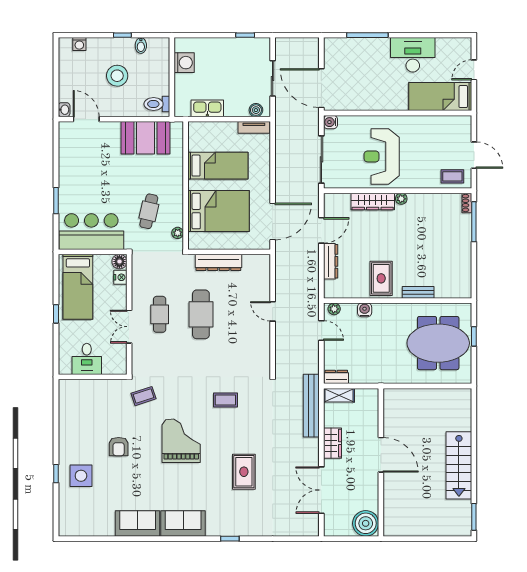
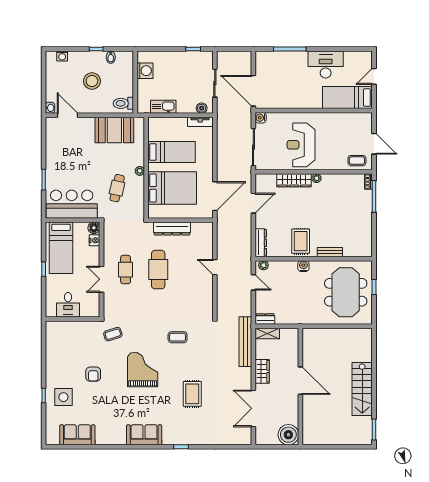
plant: (178, 233) -> (140, 171), moved
dresser: (331, 261) -> (261, 243), moved
water cooler: (365, 310) -> (303, 266), moved
meeting table: (438, 343) -> (346, 292), turned 90
sofa: (138, 523) -> (77, 435), moved

